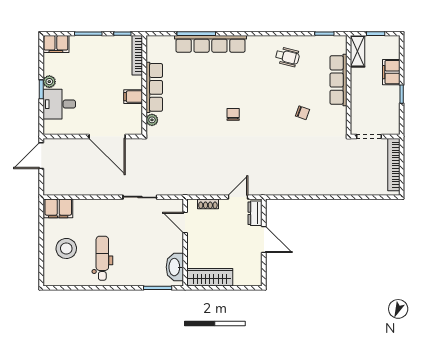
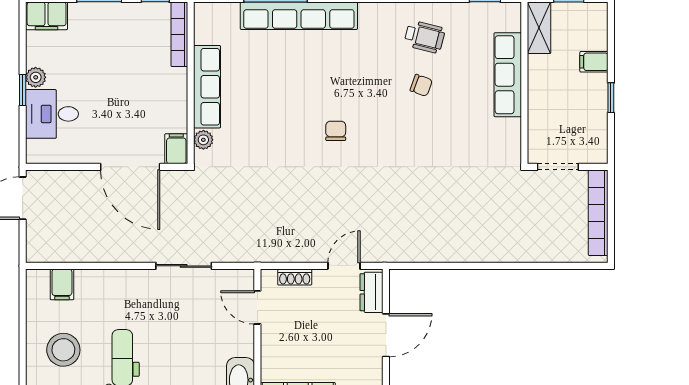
filing cabinet: (391, 72) -> (594, 62), width x0.50
filing cabinet: (133, 97) -> (176, 149), moved, turned 90
chair: (302, 113) -> (421, 85), moved
filing cabinet: (58, 208) -> (62, 284), width x0.50
door: (264, 240) -> (386, 335), hinge flipped

